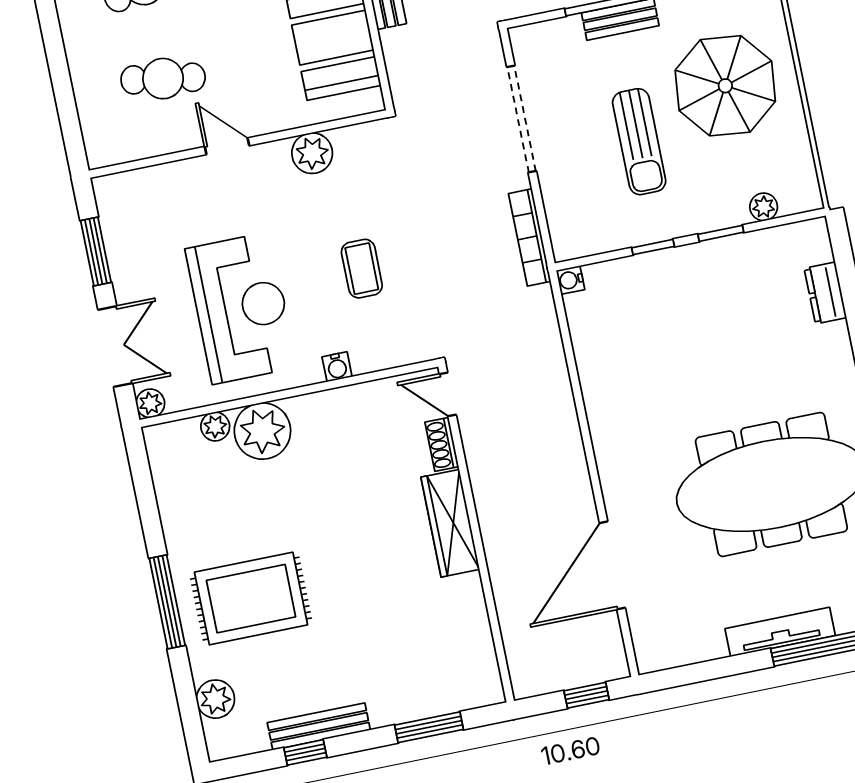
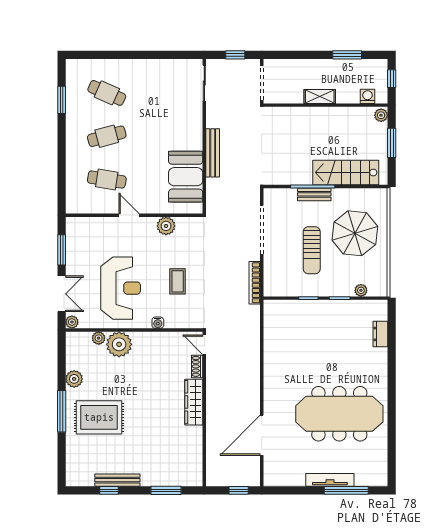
water cooler: (570, 280) -> (269, 305), removed
plant: (215, 699) -> (74, 379), moved

